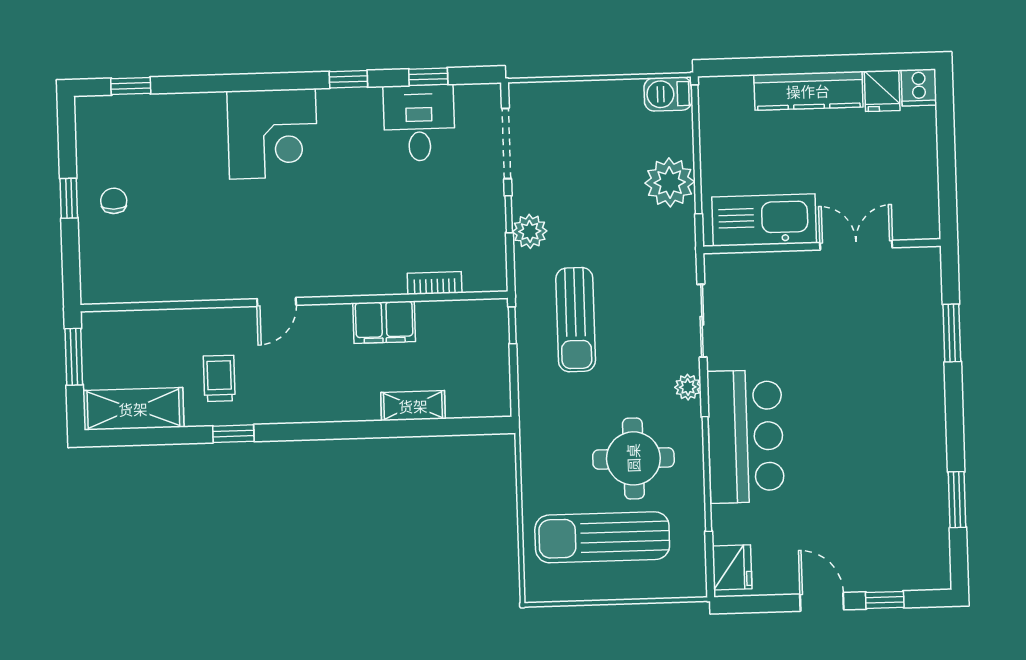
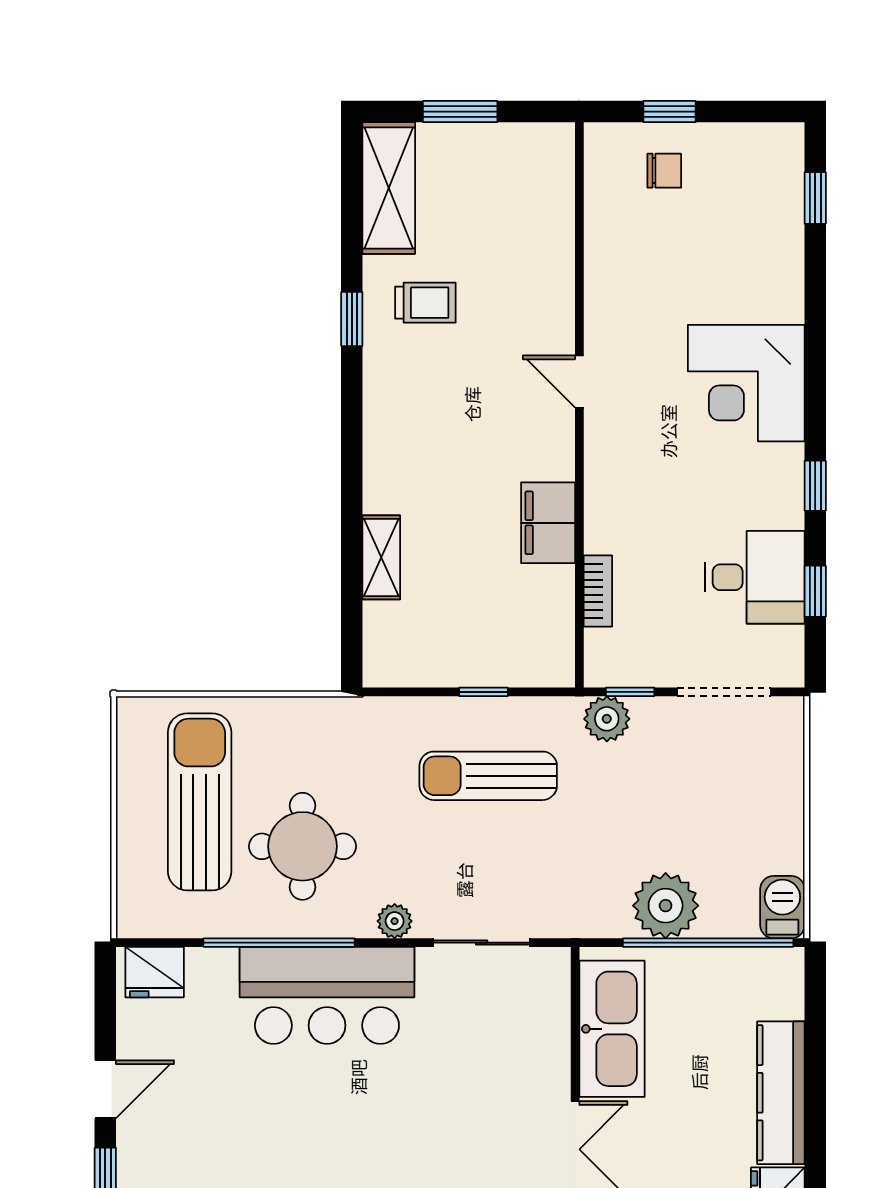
bookcase: (435, 283) -> (598, 591), moved
wall: (294, 301) -> (579, 405), moved
door: (277, 302) -> (579, 382), moved
filing cabinet: (384, 322) -> (548, 523), moved

